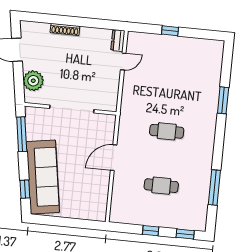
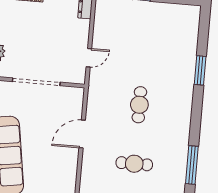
door: (123, 61) -> (89, 58), moved
cafe table: (167, 131) -> (139, 105), turned 90

